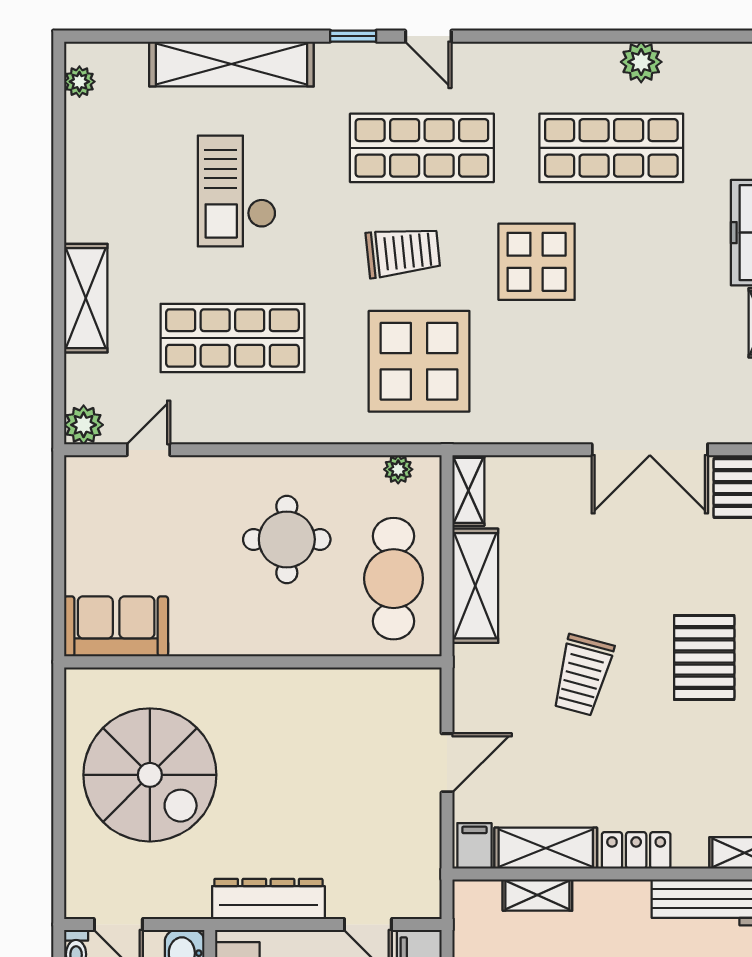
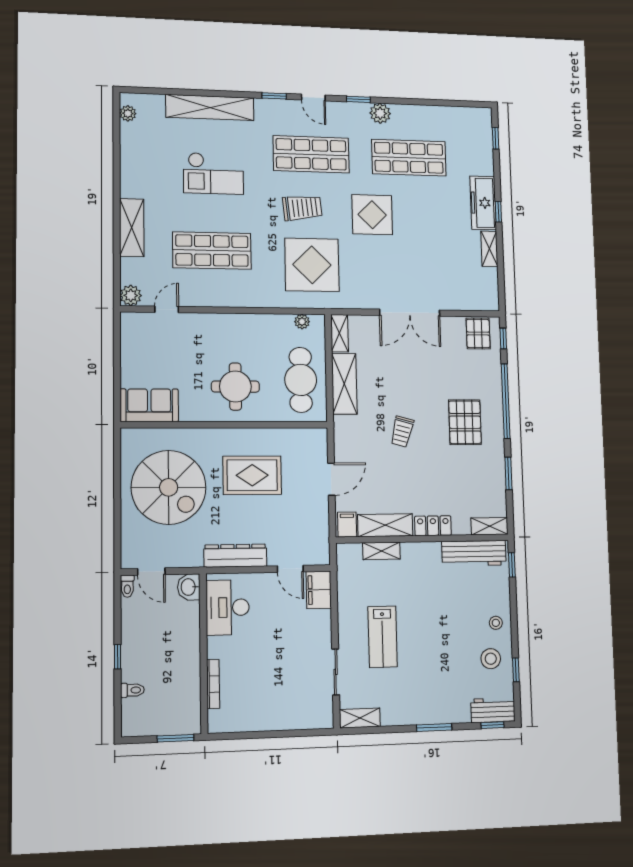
window: (516, 36) -> (358, 99), added
plant: (641, 62) -> (380, 113), moved
checkout: (237, 191) -> (213, 173), turned -90
double door: (650, 450) -> (410, 313), moved
round table: (287, 539) -> (235, 387), moved
trolley: (583, 675) -> (402, 432), width x0.73, depth x0.72
rug: (301, 754) -> (252, 475), added

